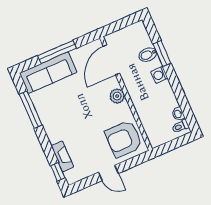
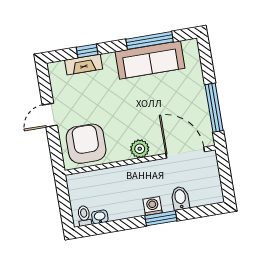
window: (57, 52) -> (214, 108), moved
window: (162, 54) -> (161, 218), moved
sofa: (48, 73) -> (150, 60), moved, turned -90
window: (58, 172) -> (87, 51), moved

